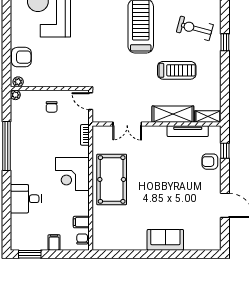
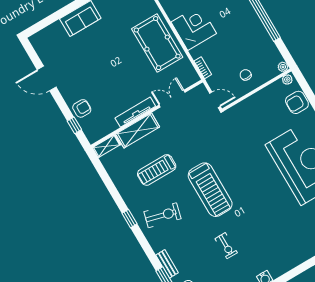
tv unit: (188, 131) -> (135, 112), moved

